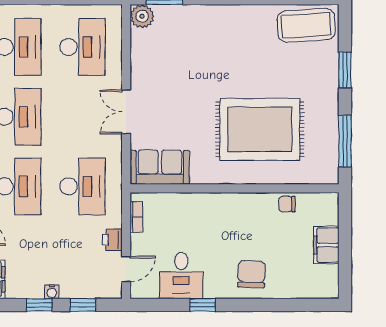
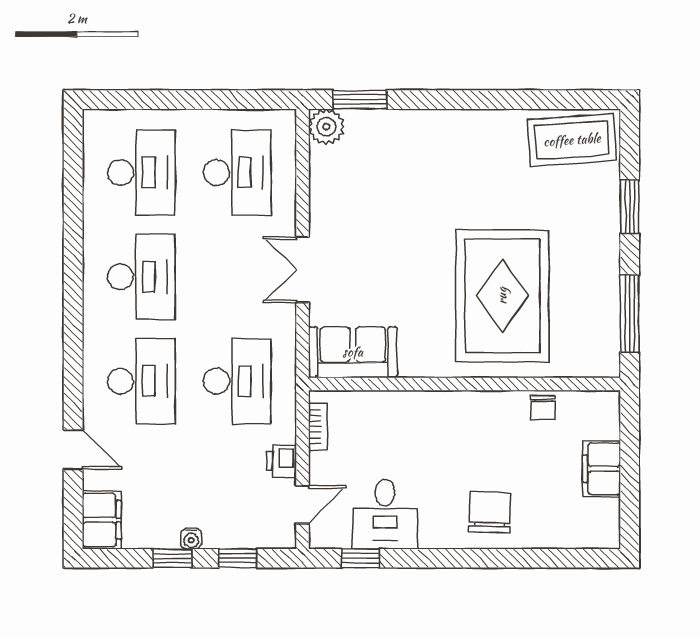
rug: (260, 129) -> (502, 296), turned 90
chair: (287, 204) -> (543, 408), turned -90
window: (202, 305) -> (360, 558), moved

